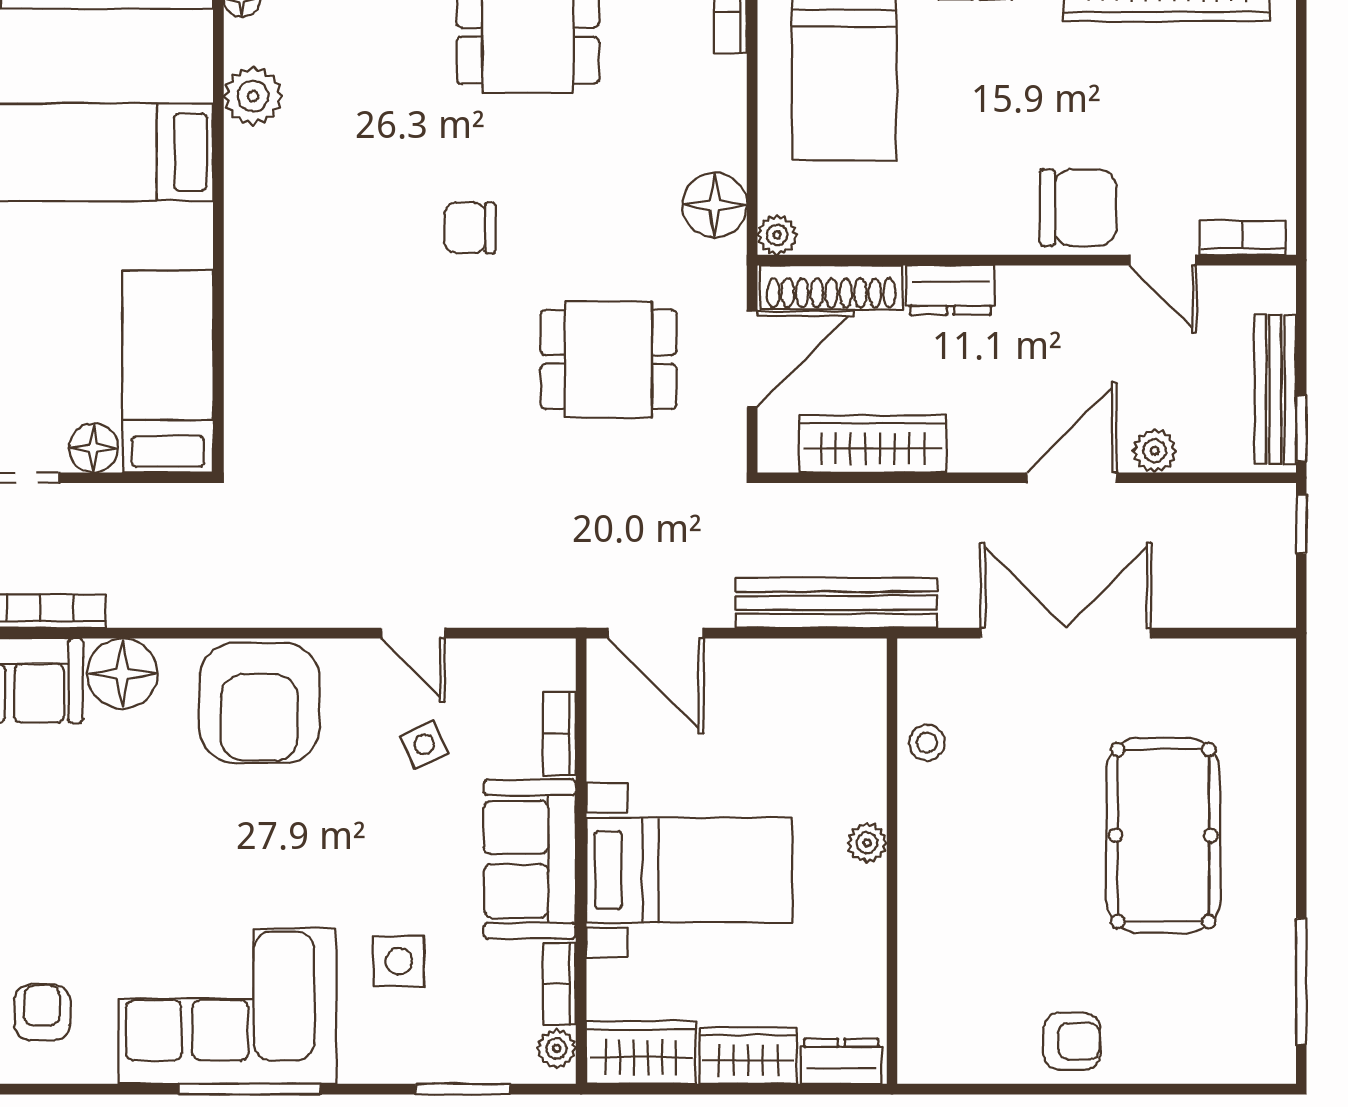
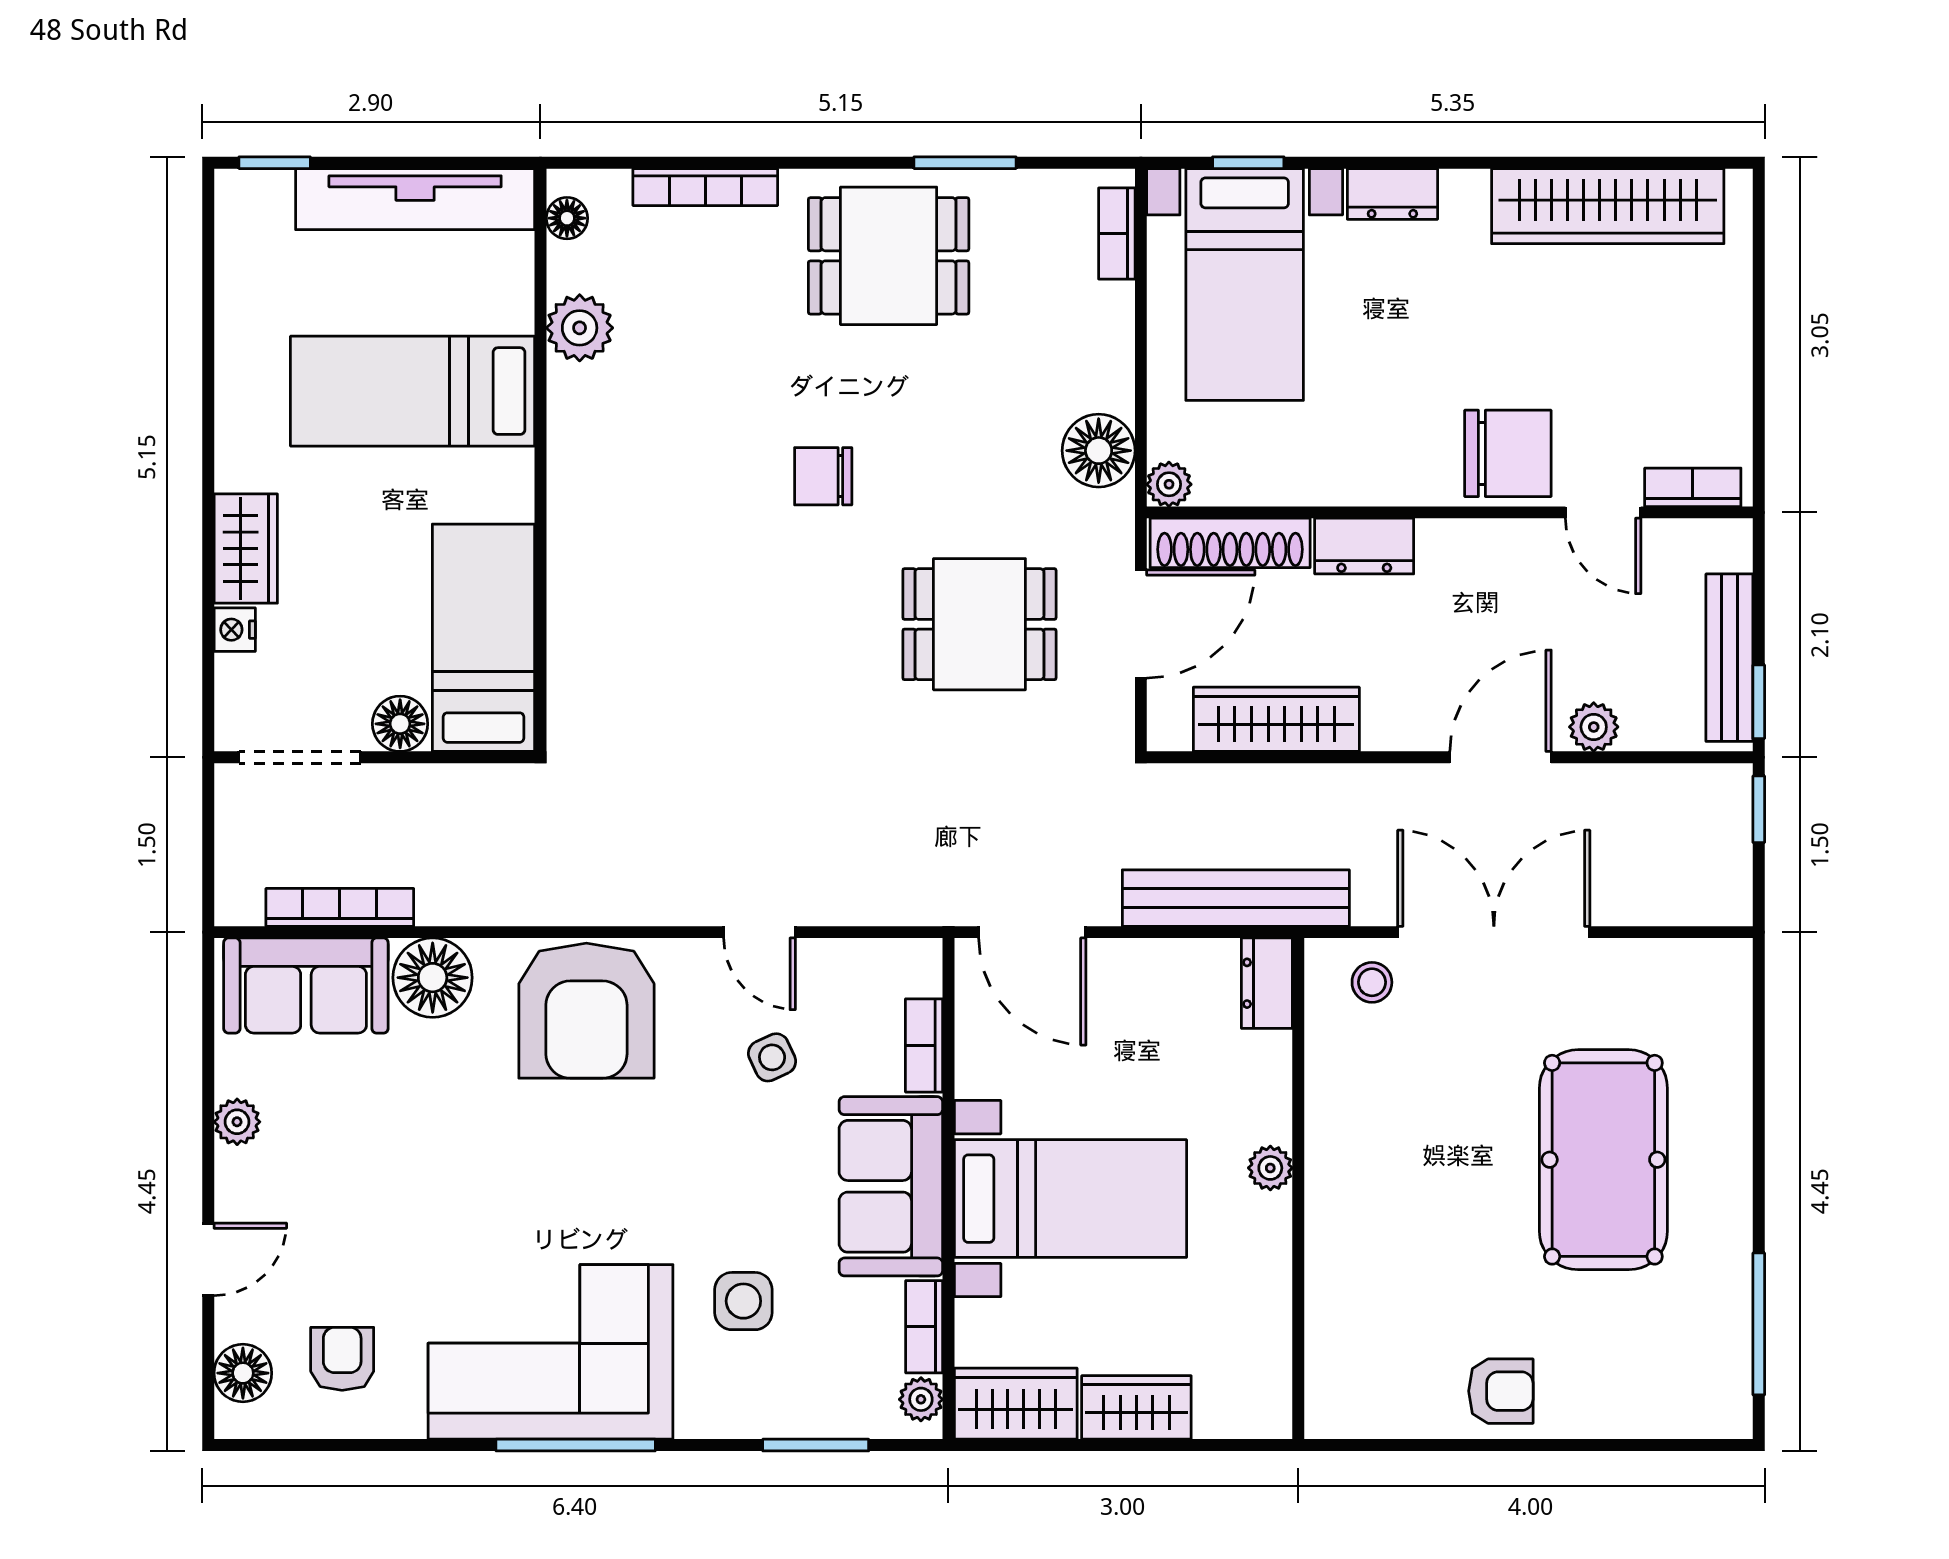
stool: (927, 743) -> (1372, 982), moved
dresser: (841, 1061) -> (1267, 983), moved, turned -90

